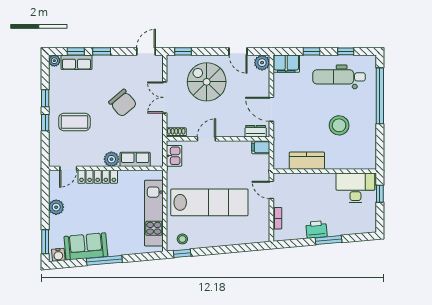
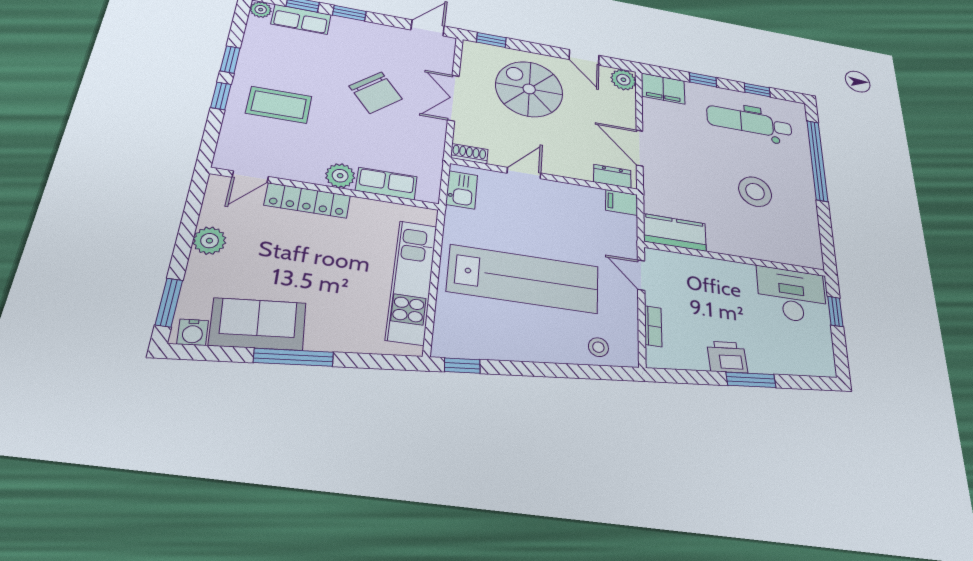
kitchen counter: (307, 161) -> (675, 232), moved
stool: (182, 239) -> (598, 347), moved

